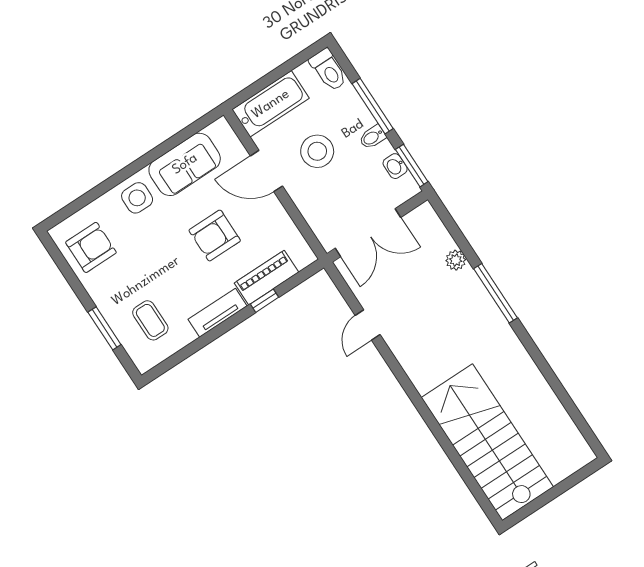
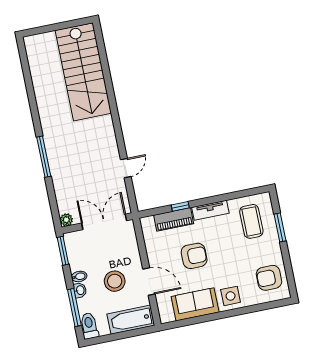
window: (373, 106) -> (74, 308), moved
washbasin: (395, 166) -> (80, 290), moved
plant: (456, 260) -> (66, 220), moved
coffee table: (150, 320) -> (251, 221), width x1.36, depth x1.30

